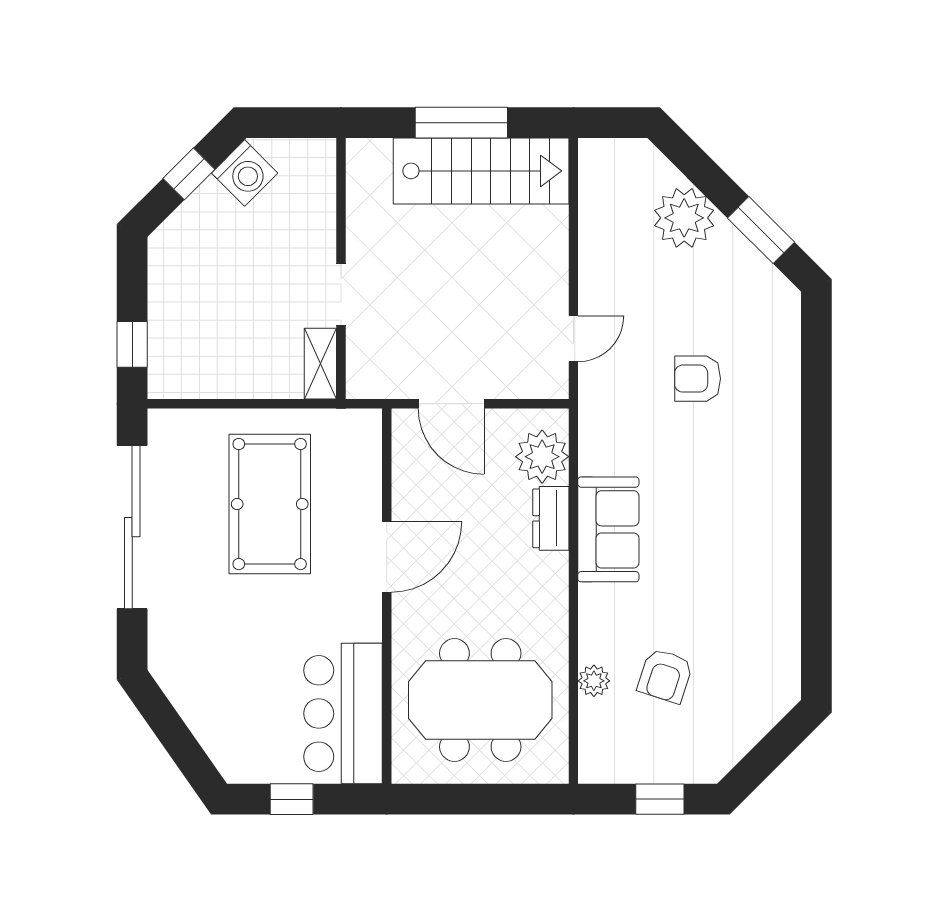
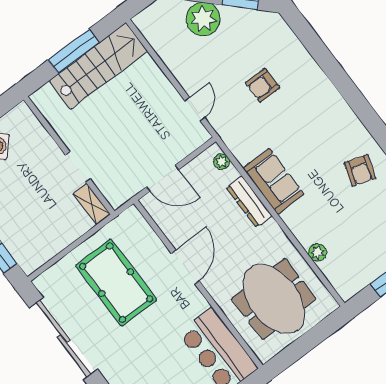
plant: (542, 457) -> (221, 162), width x0.53, depth x0.53
dresser: (551, 518) -> (249, 202), width x1.44
armchair: (665, 676) -> (360, 170), moved
meeting table: (480, 700) -> (274, 299), turned 90

